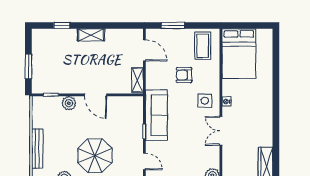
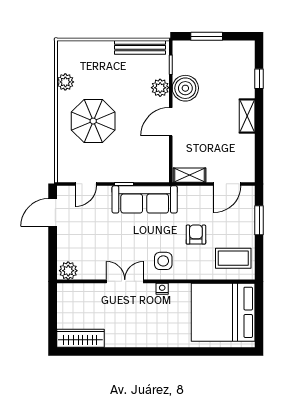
bed: (239, 54) -> (223, 312), width x1.36
boiler: (69, 83) -> (185, 88), added
bench: (37, 149) -> (140, 47), moved

